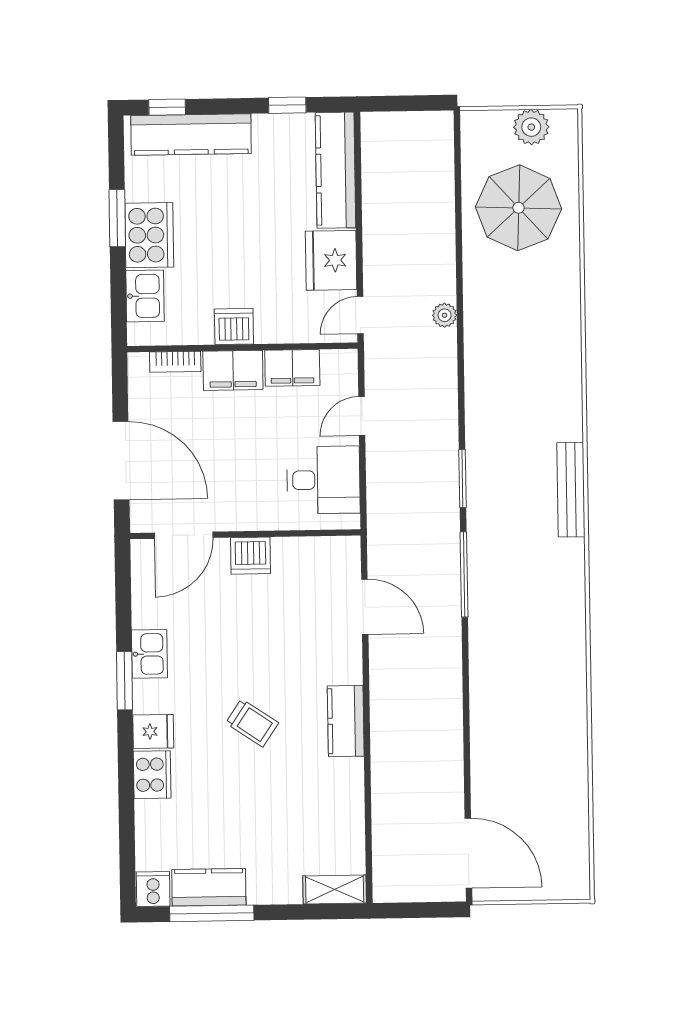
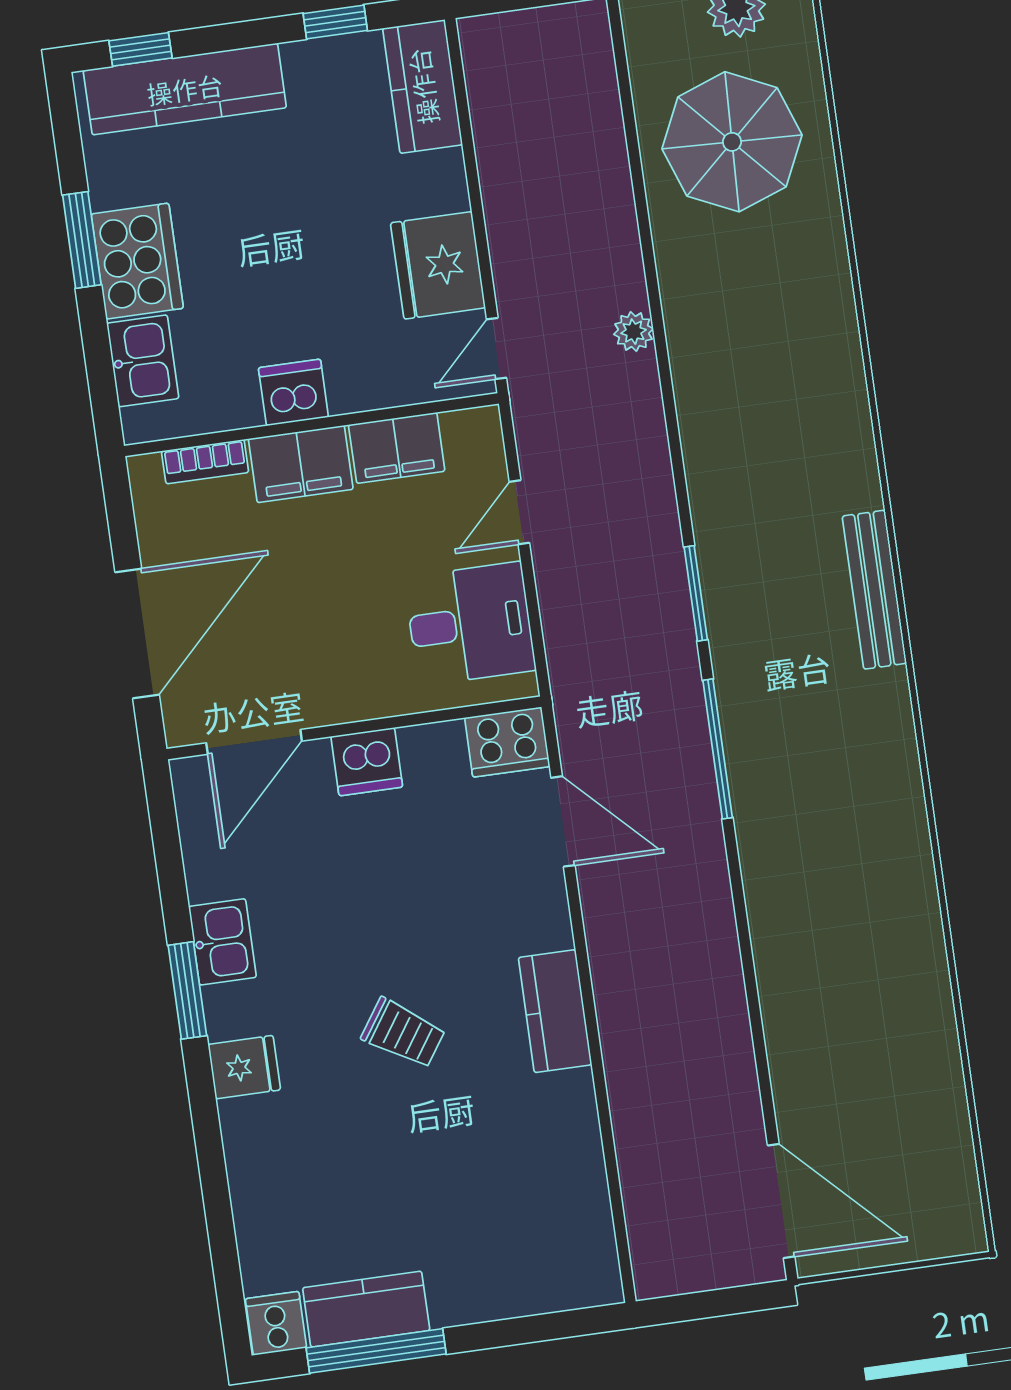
kitchen counter: (336, 170) -> (423, 86), width x0.67
door: (121, 461) -> (137, 633), hinge flipped
cooker: (152, 775) -> (507, 742), moved, turned 90
shelving: (335, 889) -> (571, 1287), removed

